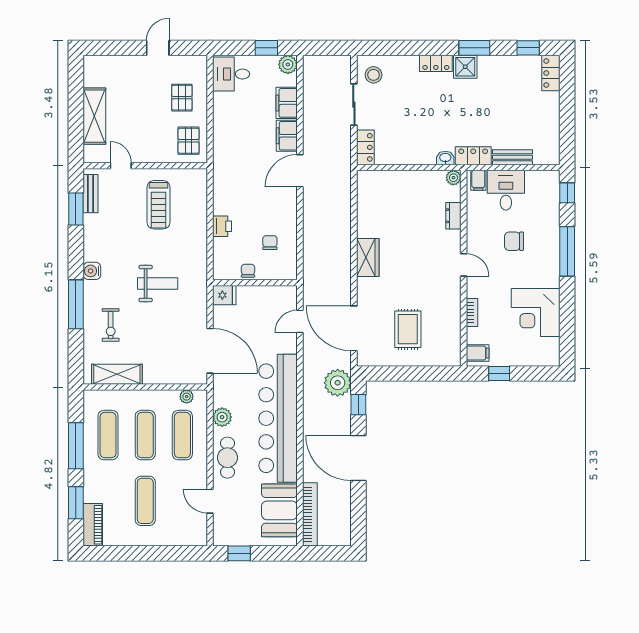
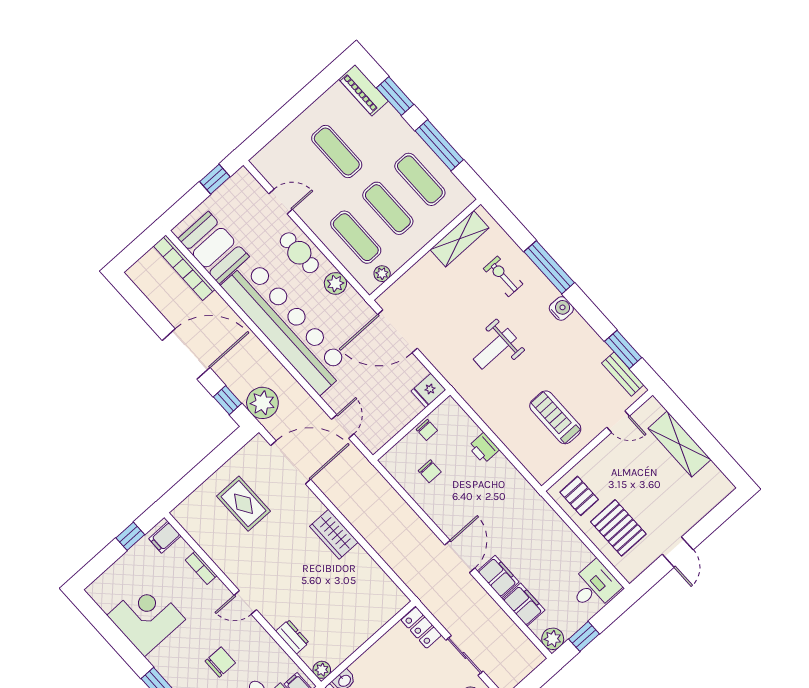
pallet: (182, 98) -> (618, 528), width x1.50, depth x1.42

